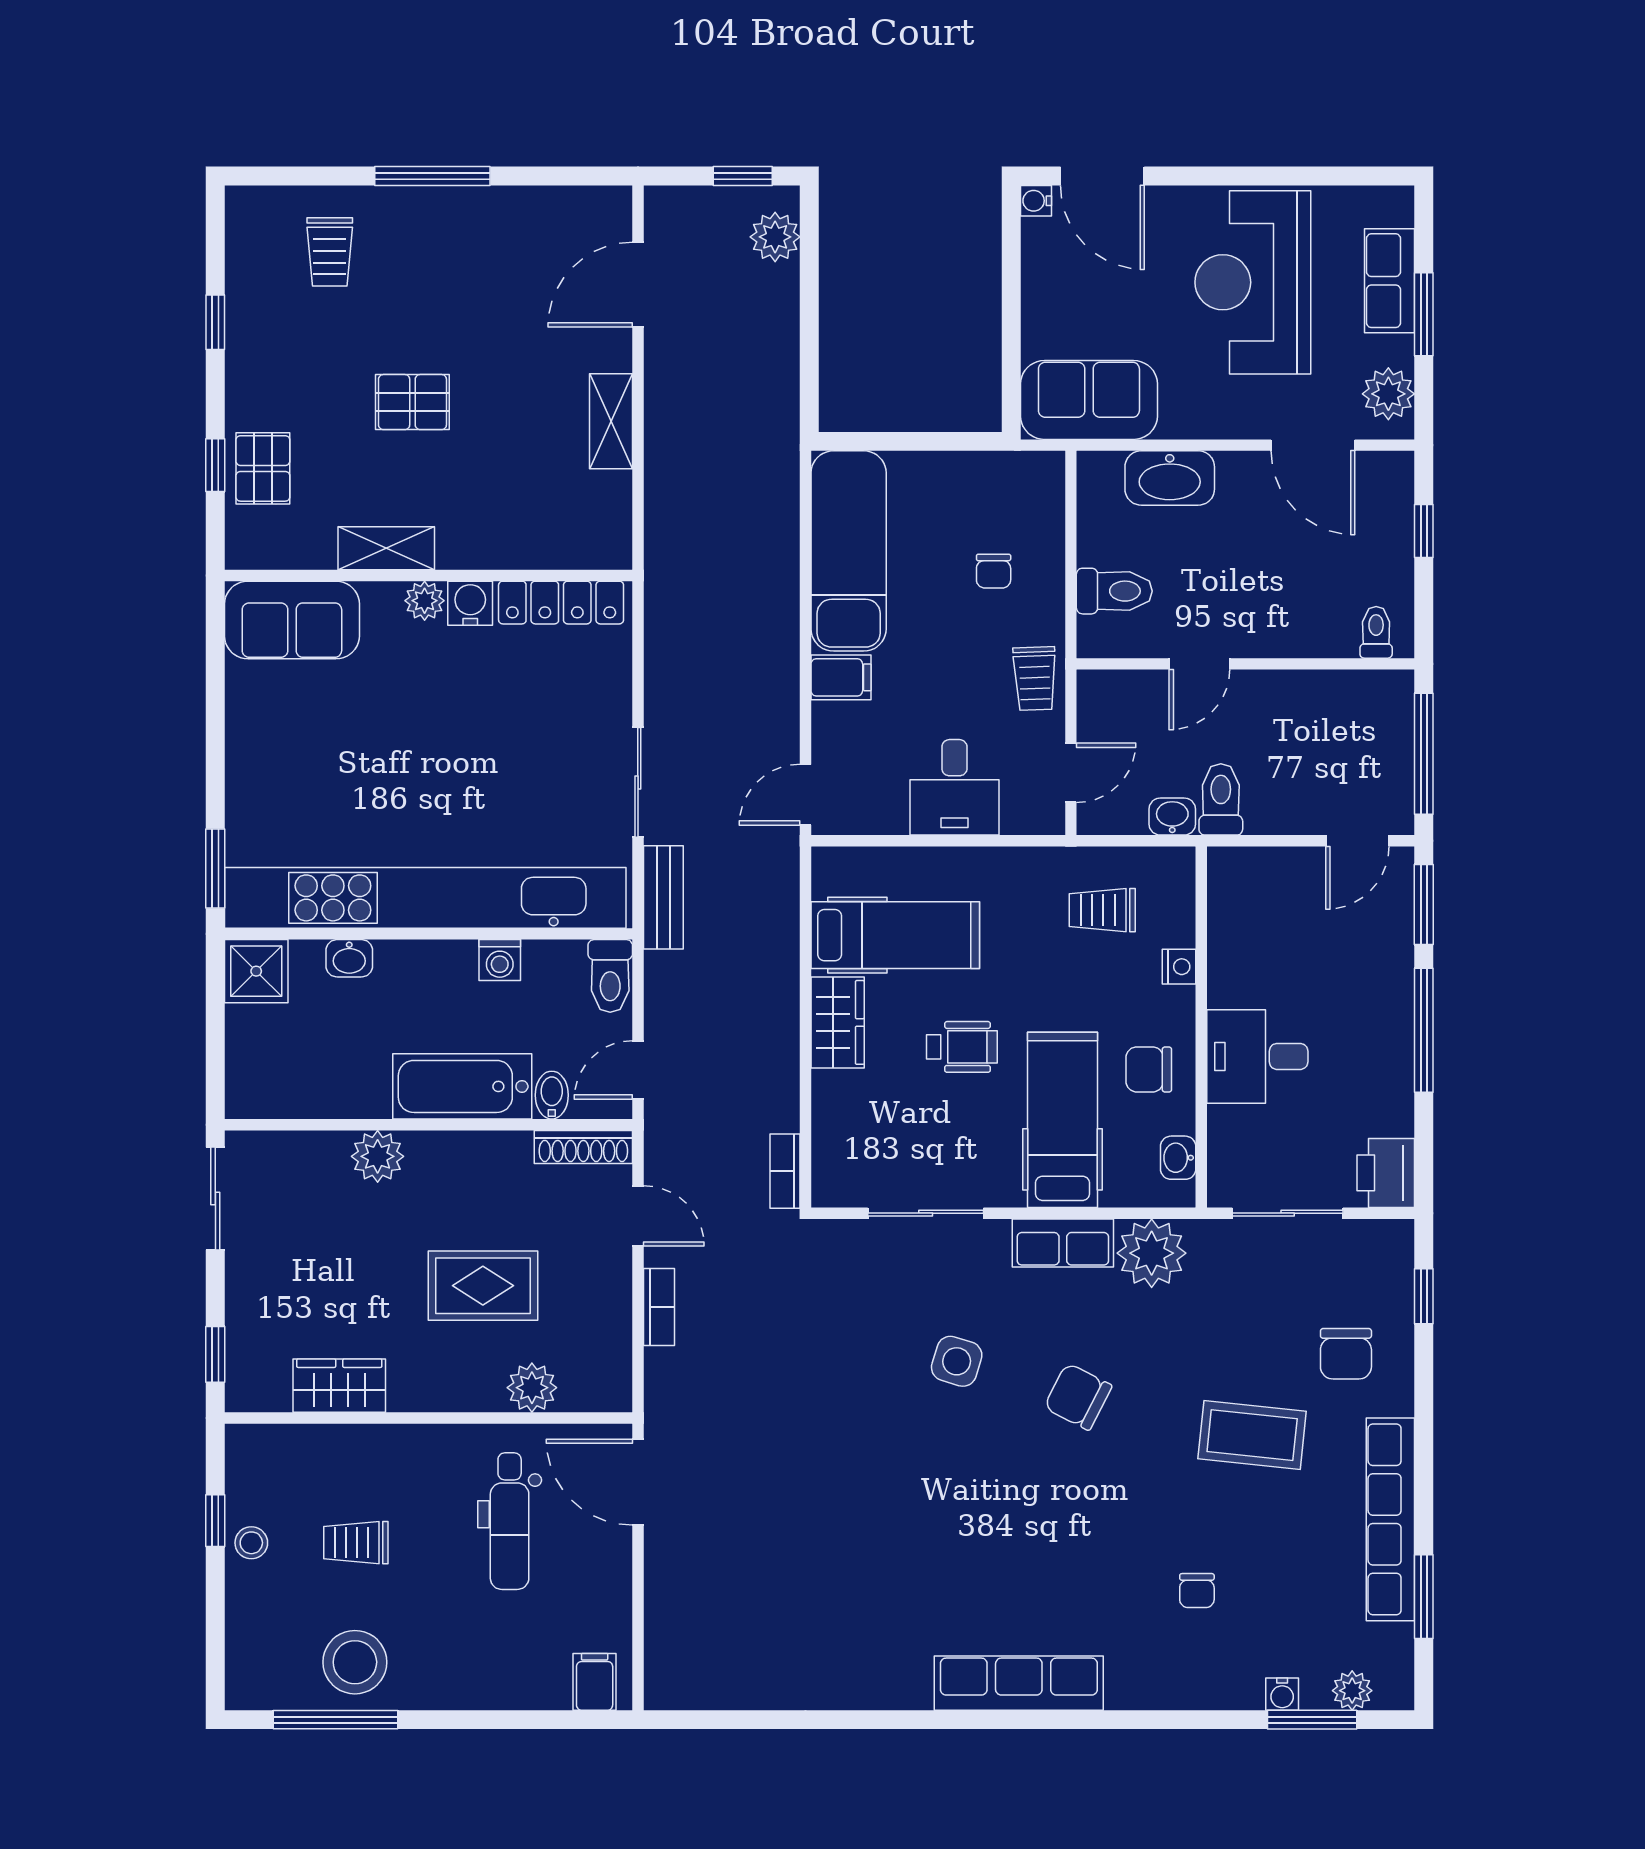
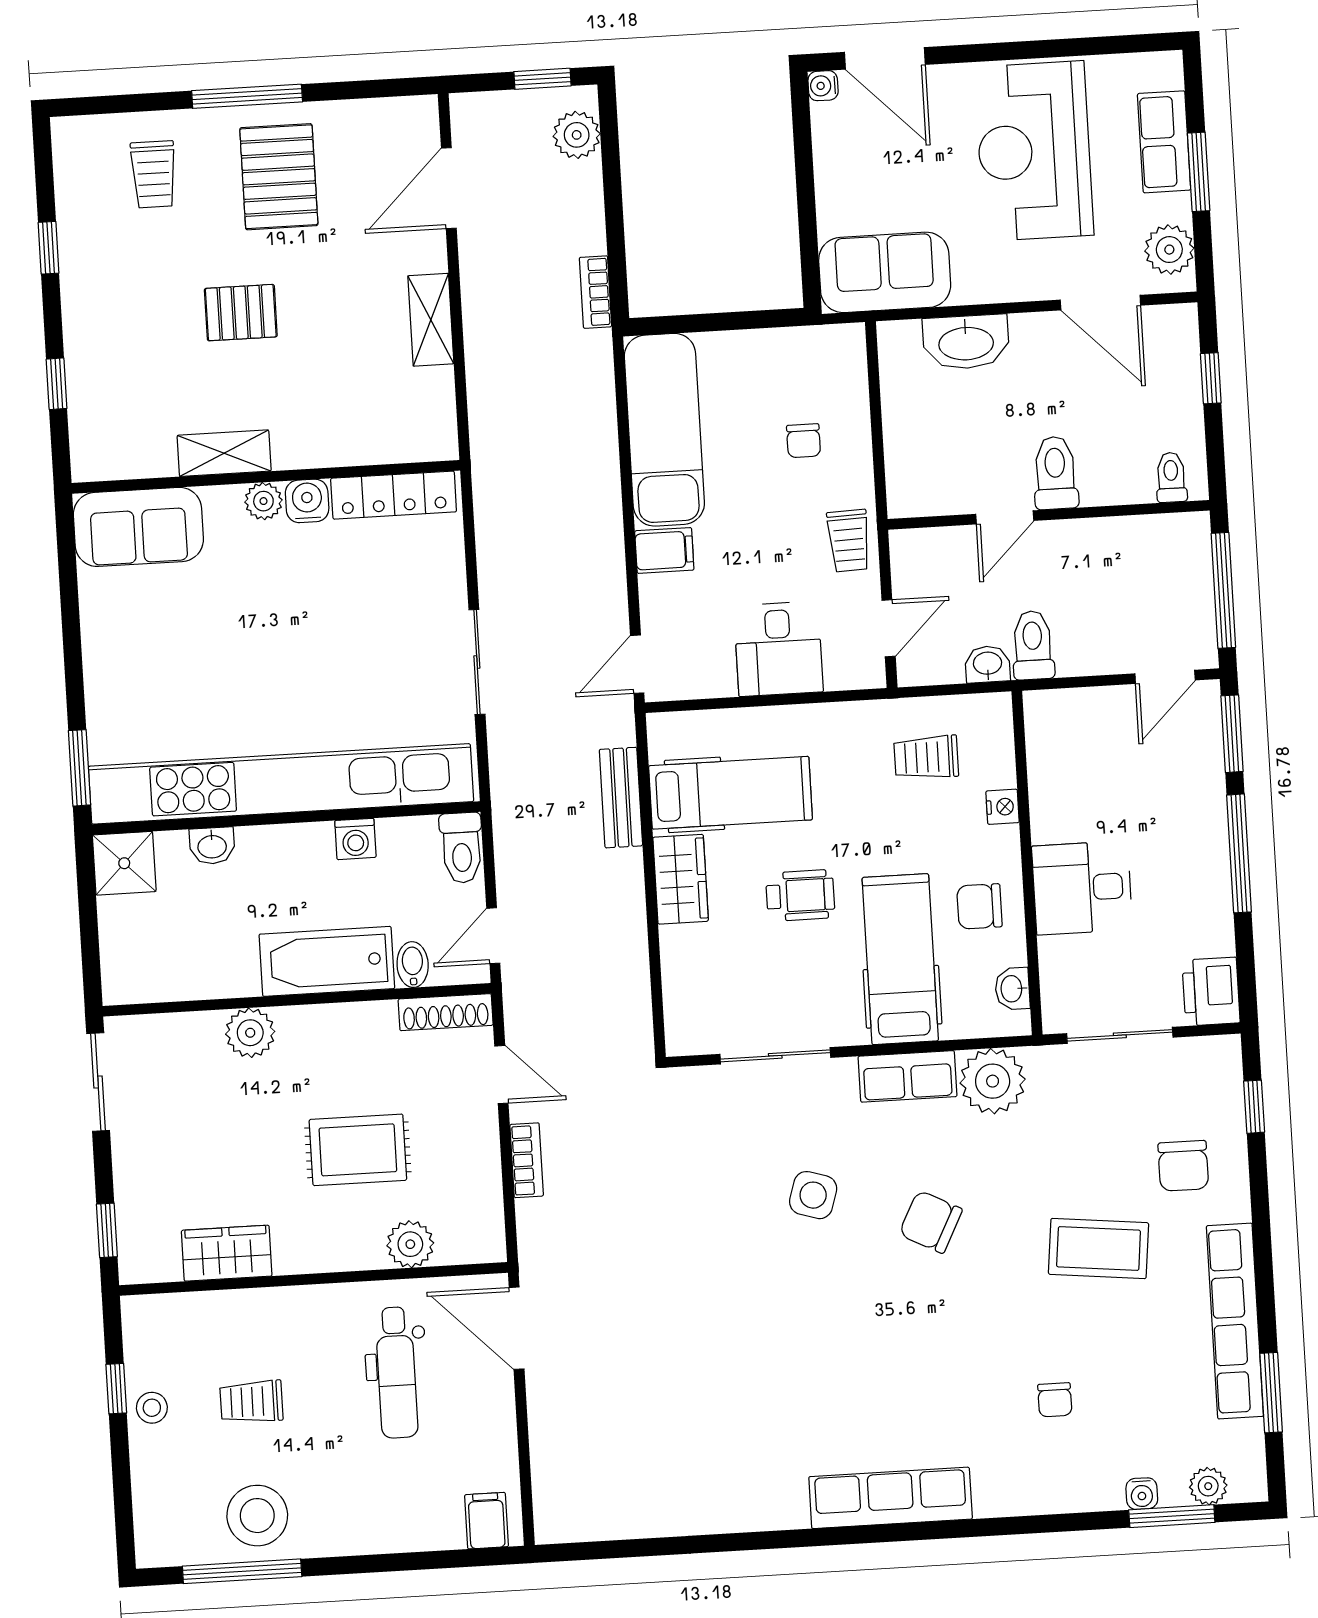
pallet: (263, 468) -> (279, 177), moved, width x1.50, depth x1.42
toilet: (1114, 591) -> (1055, 473), moved, turned -90
bench: (663, 897) -> (621, 798), moved
bookcase: (785, 1171) -> (595, 292), moved

